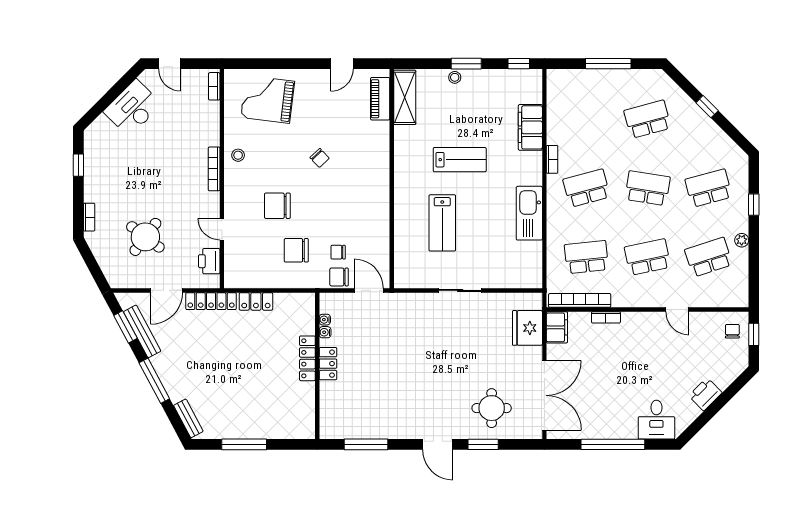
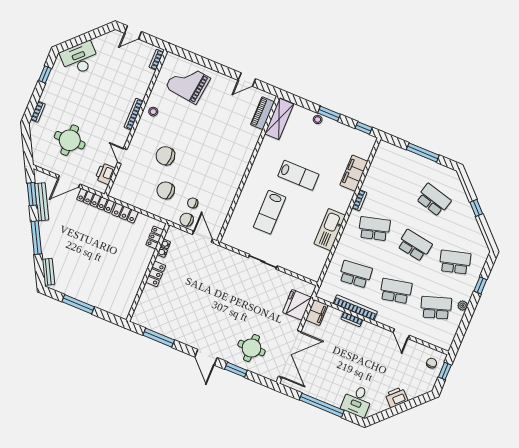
door: (170, 64) -> (133, 32), hinge flipped
desk: (133, 108) -> (80, 58), moved
school desk: (648, 119) -> (433, 200), turned 30
chair: (320, 158) -> (206, 136), removed
round table: (145, 237) -> (70, 140), turned -37
bookcase: (580, 300) -> (355, 308), moved
locker: (307, 358) -> (155, 237), moved, width x0.66

